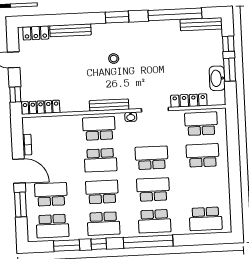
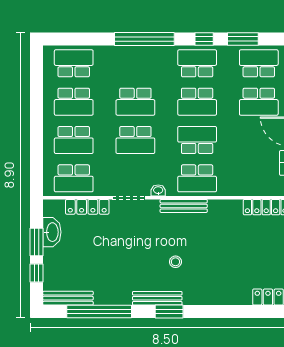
bench: (70, 30) -> (157, 298), moved
school desk: (155, 221) -> (74, 102), moved, turned 180

